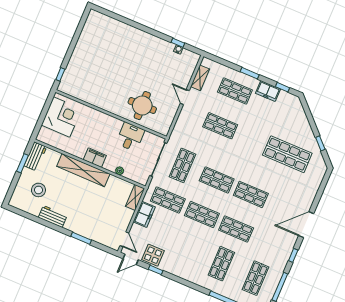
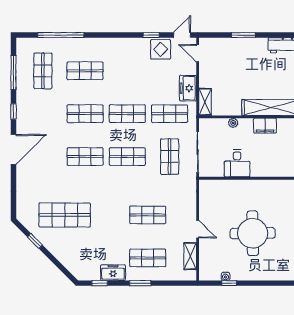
round table: (142, 106) -> (253, 233), moved, width x1.36, depth x1.36
shop shelf: (221, 264) -> (85, 71), turned 90

